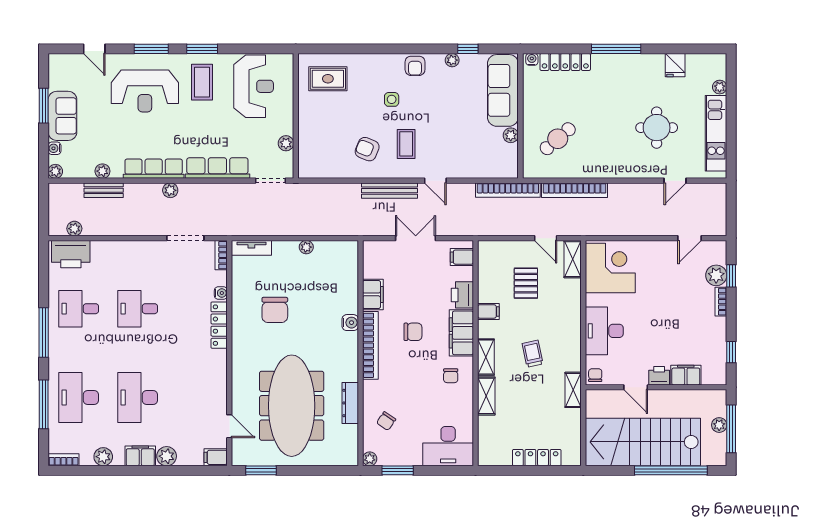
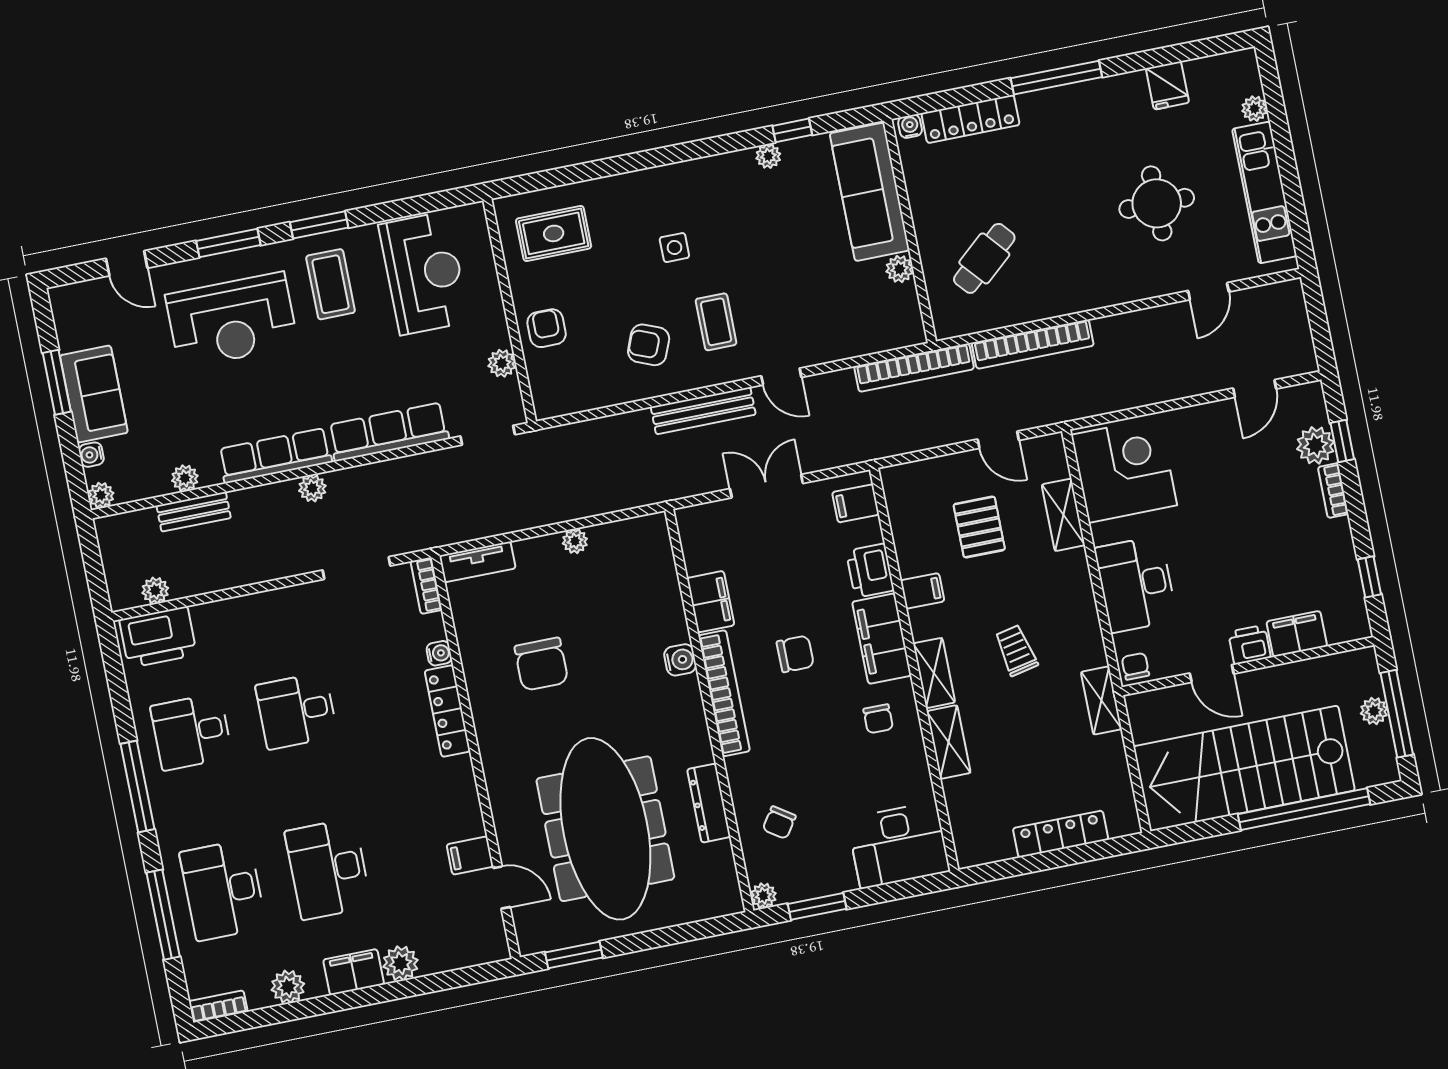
armchair: (415, 66) -> (547, 328), moved, turned 180
shelving: (573, 259) -> (1063, 515), moved
filing cabinet: (216, 457) -> (470, 856), moved

